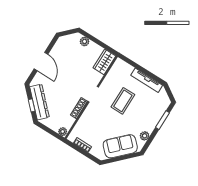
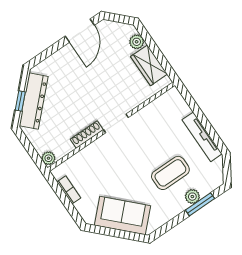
door: (41, 61) -> (80, 31), moved
wardrobe: (104, 62) -> (149, 65), moved, turned -90
coffee table: (123, 101) -> (170, 173), moved
plant: (145, 136) -> (192, 197), moved

